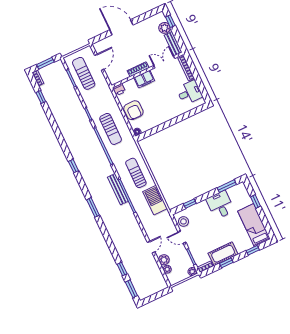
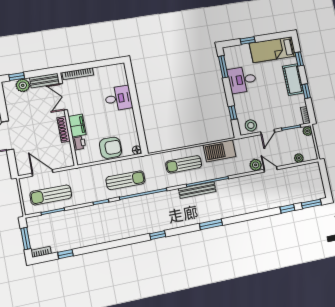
printer: (119, 90) -> (79, 143), moved
desk: (189, 92) -> (118, 98), moved, turned 90
cot: (223, 254) -> (293, 80), moved
plant: (164, 260) -> (256, 165), moved

